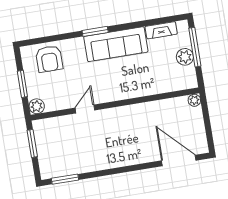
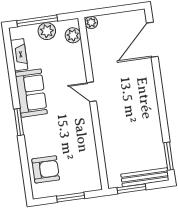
sofa: (116, 44) -> (31, 93), width x0.73
plant: (37, 106) -> (73, 35), moved
door: (85, 109) -> (92, 92), moved
bench: (44, 156) -> (145, 177), added

